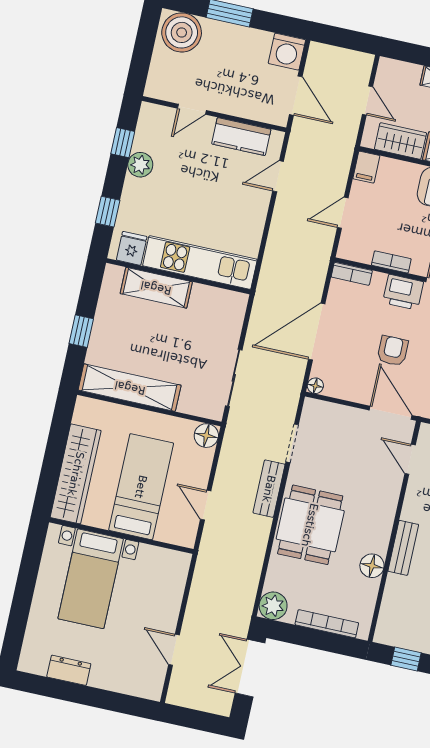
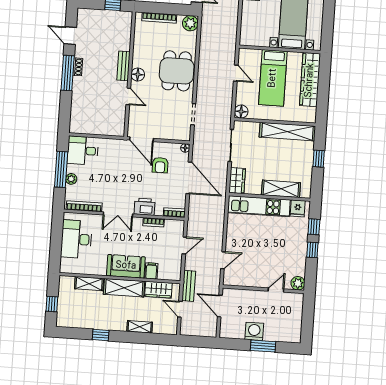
boiler: (182, 32) -> (288, 331), removed
washing machine: (287, 52) -> (254, 331), moved
kitchen counter: (241, 137) -> (247, 279), removed
window: (123, 143) -> (312, 250), moved
plant: (140, 165) -> (298, 283), moved
filing cabinet: (366, 167) -> (151, 271), moved
wardrobe: (232, 314) -> (237, 181), added
door: (317, 332) -> (189, 178), hinge flipped
armchair: (393, 351) -> (160, 165), moved
door: (410, 459) -> (128, 96), moved
bench: (269, 489) -> (189, 286), moved
floor lamp: (372, 566) -> (138, 75), moved

